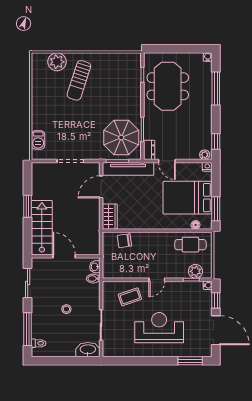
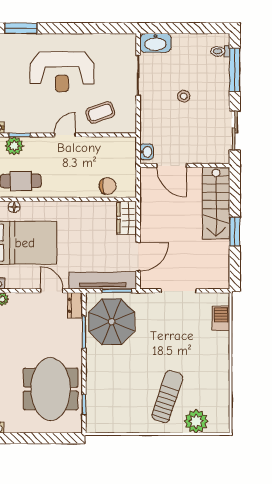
door: (64, 256) -> (172, 165), moved
bidet: (93, 279) -> (149, 136), removed

